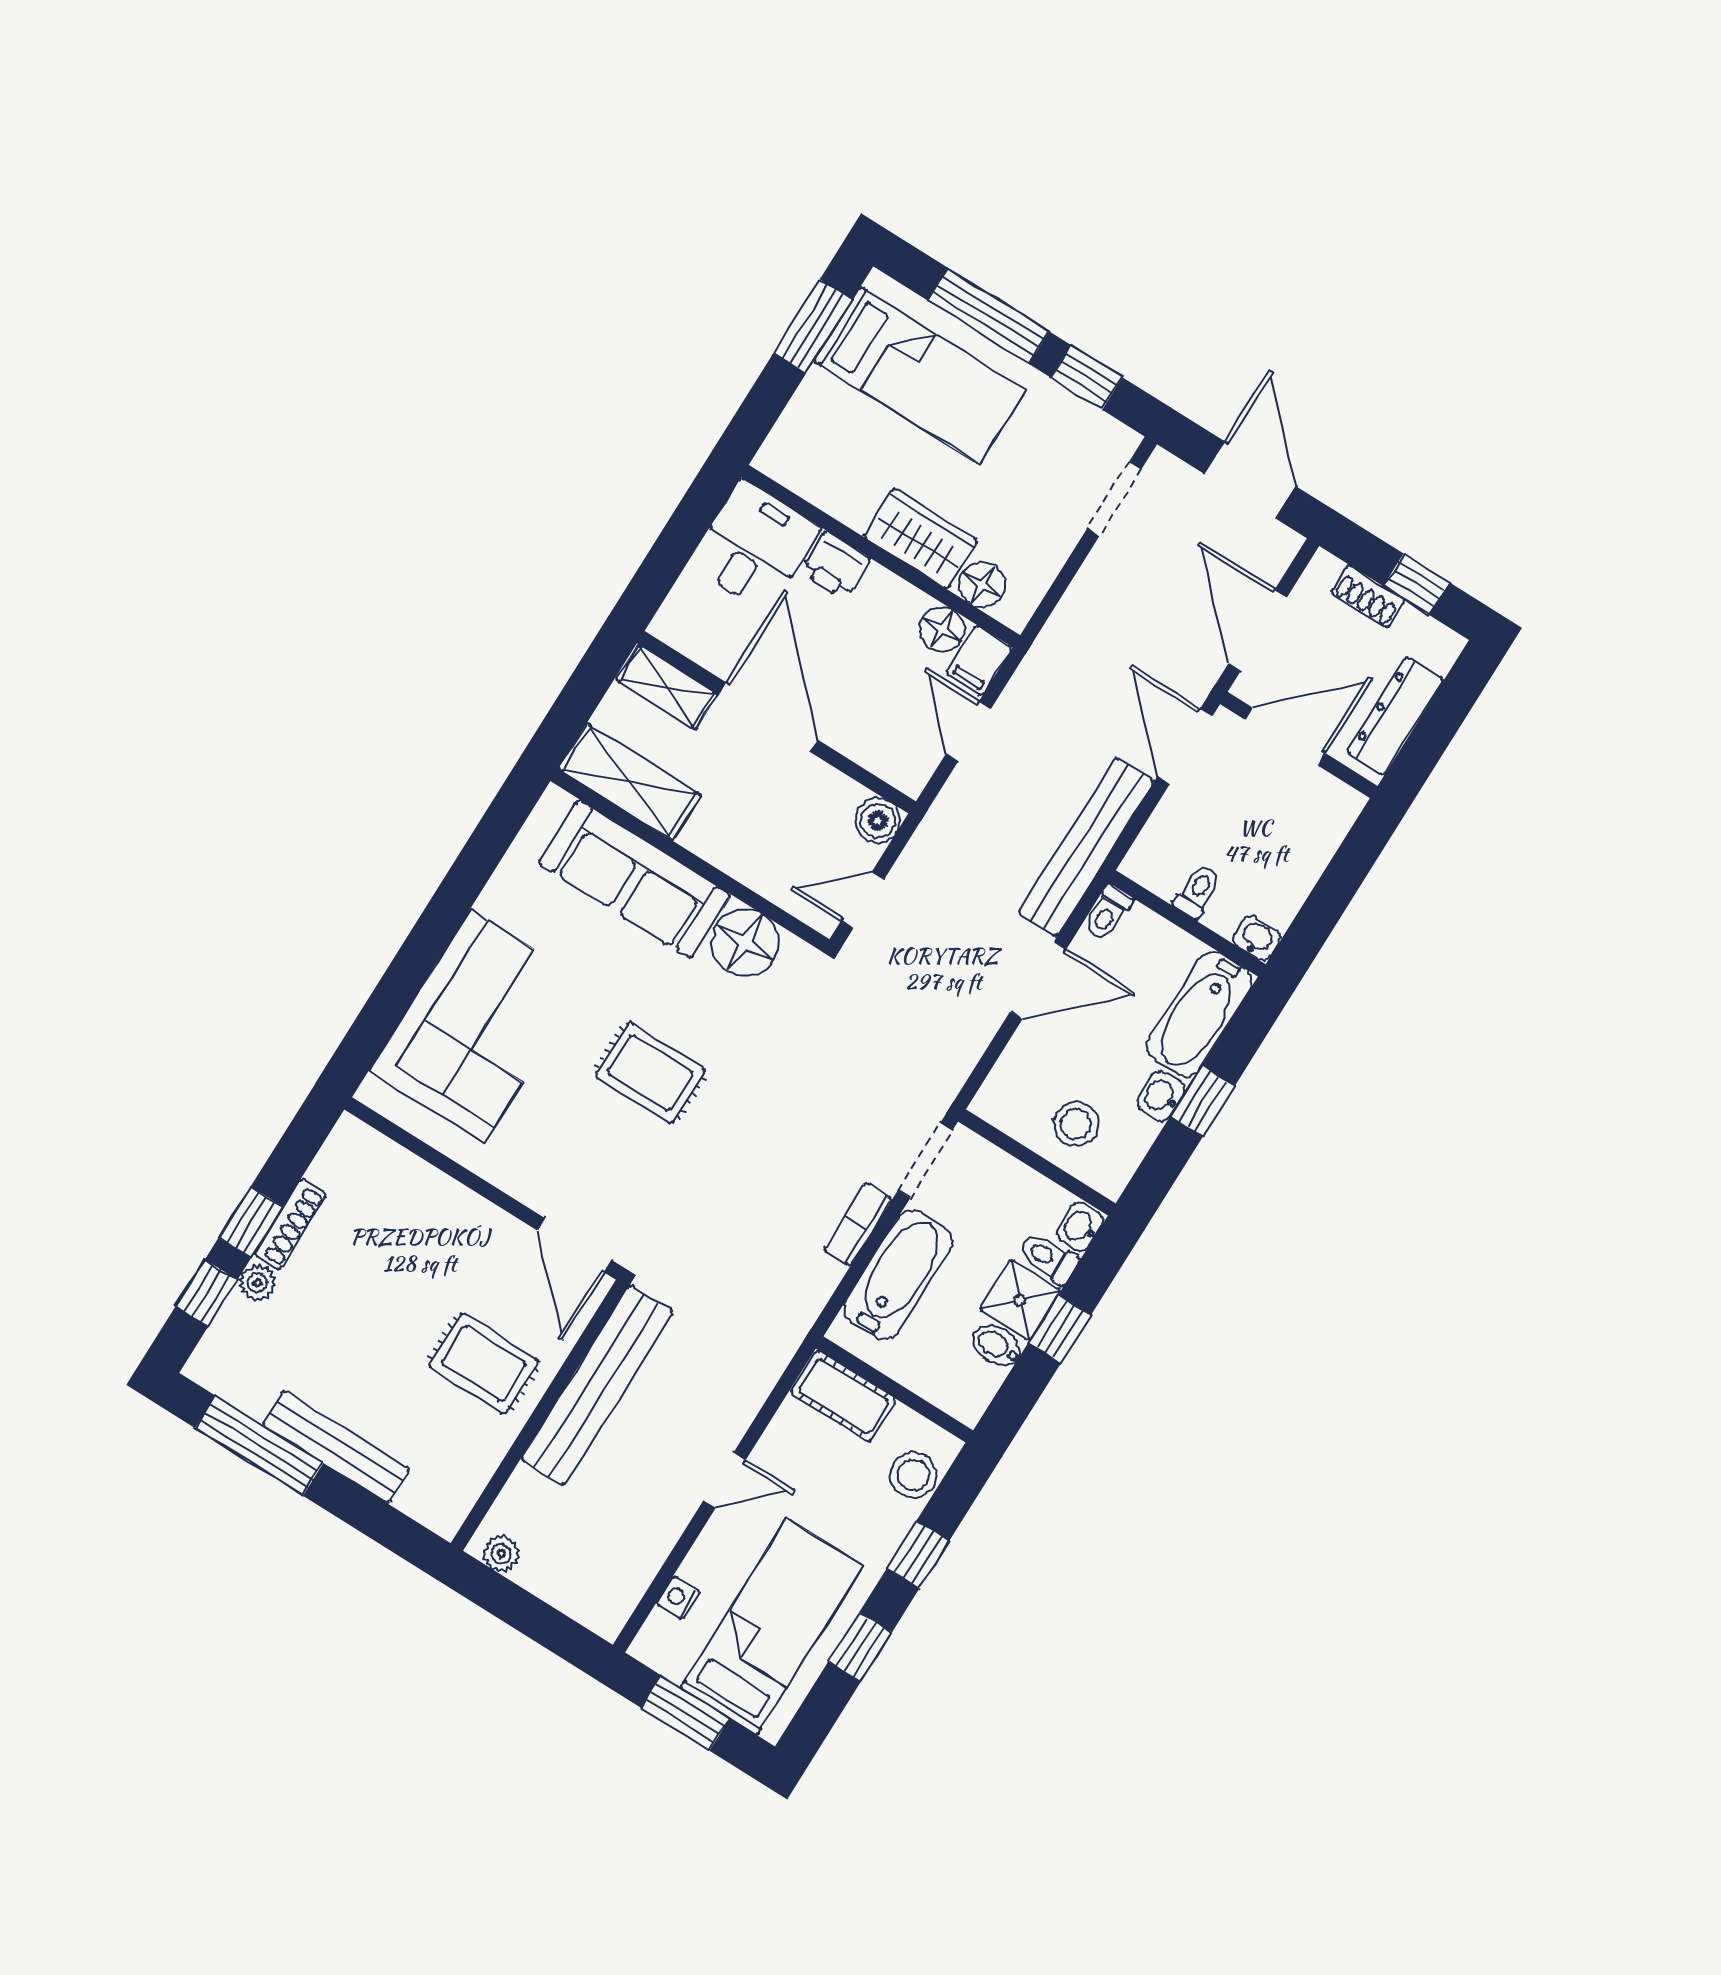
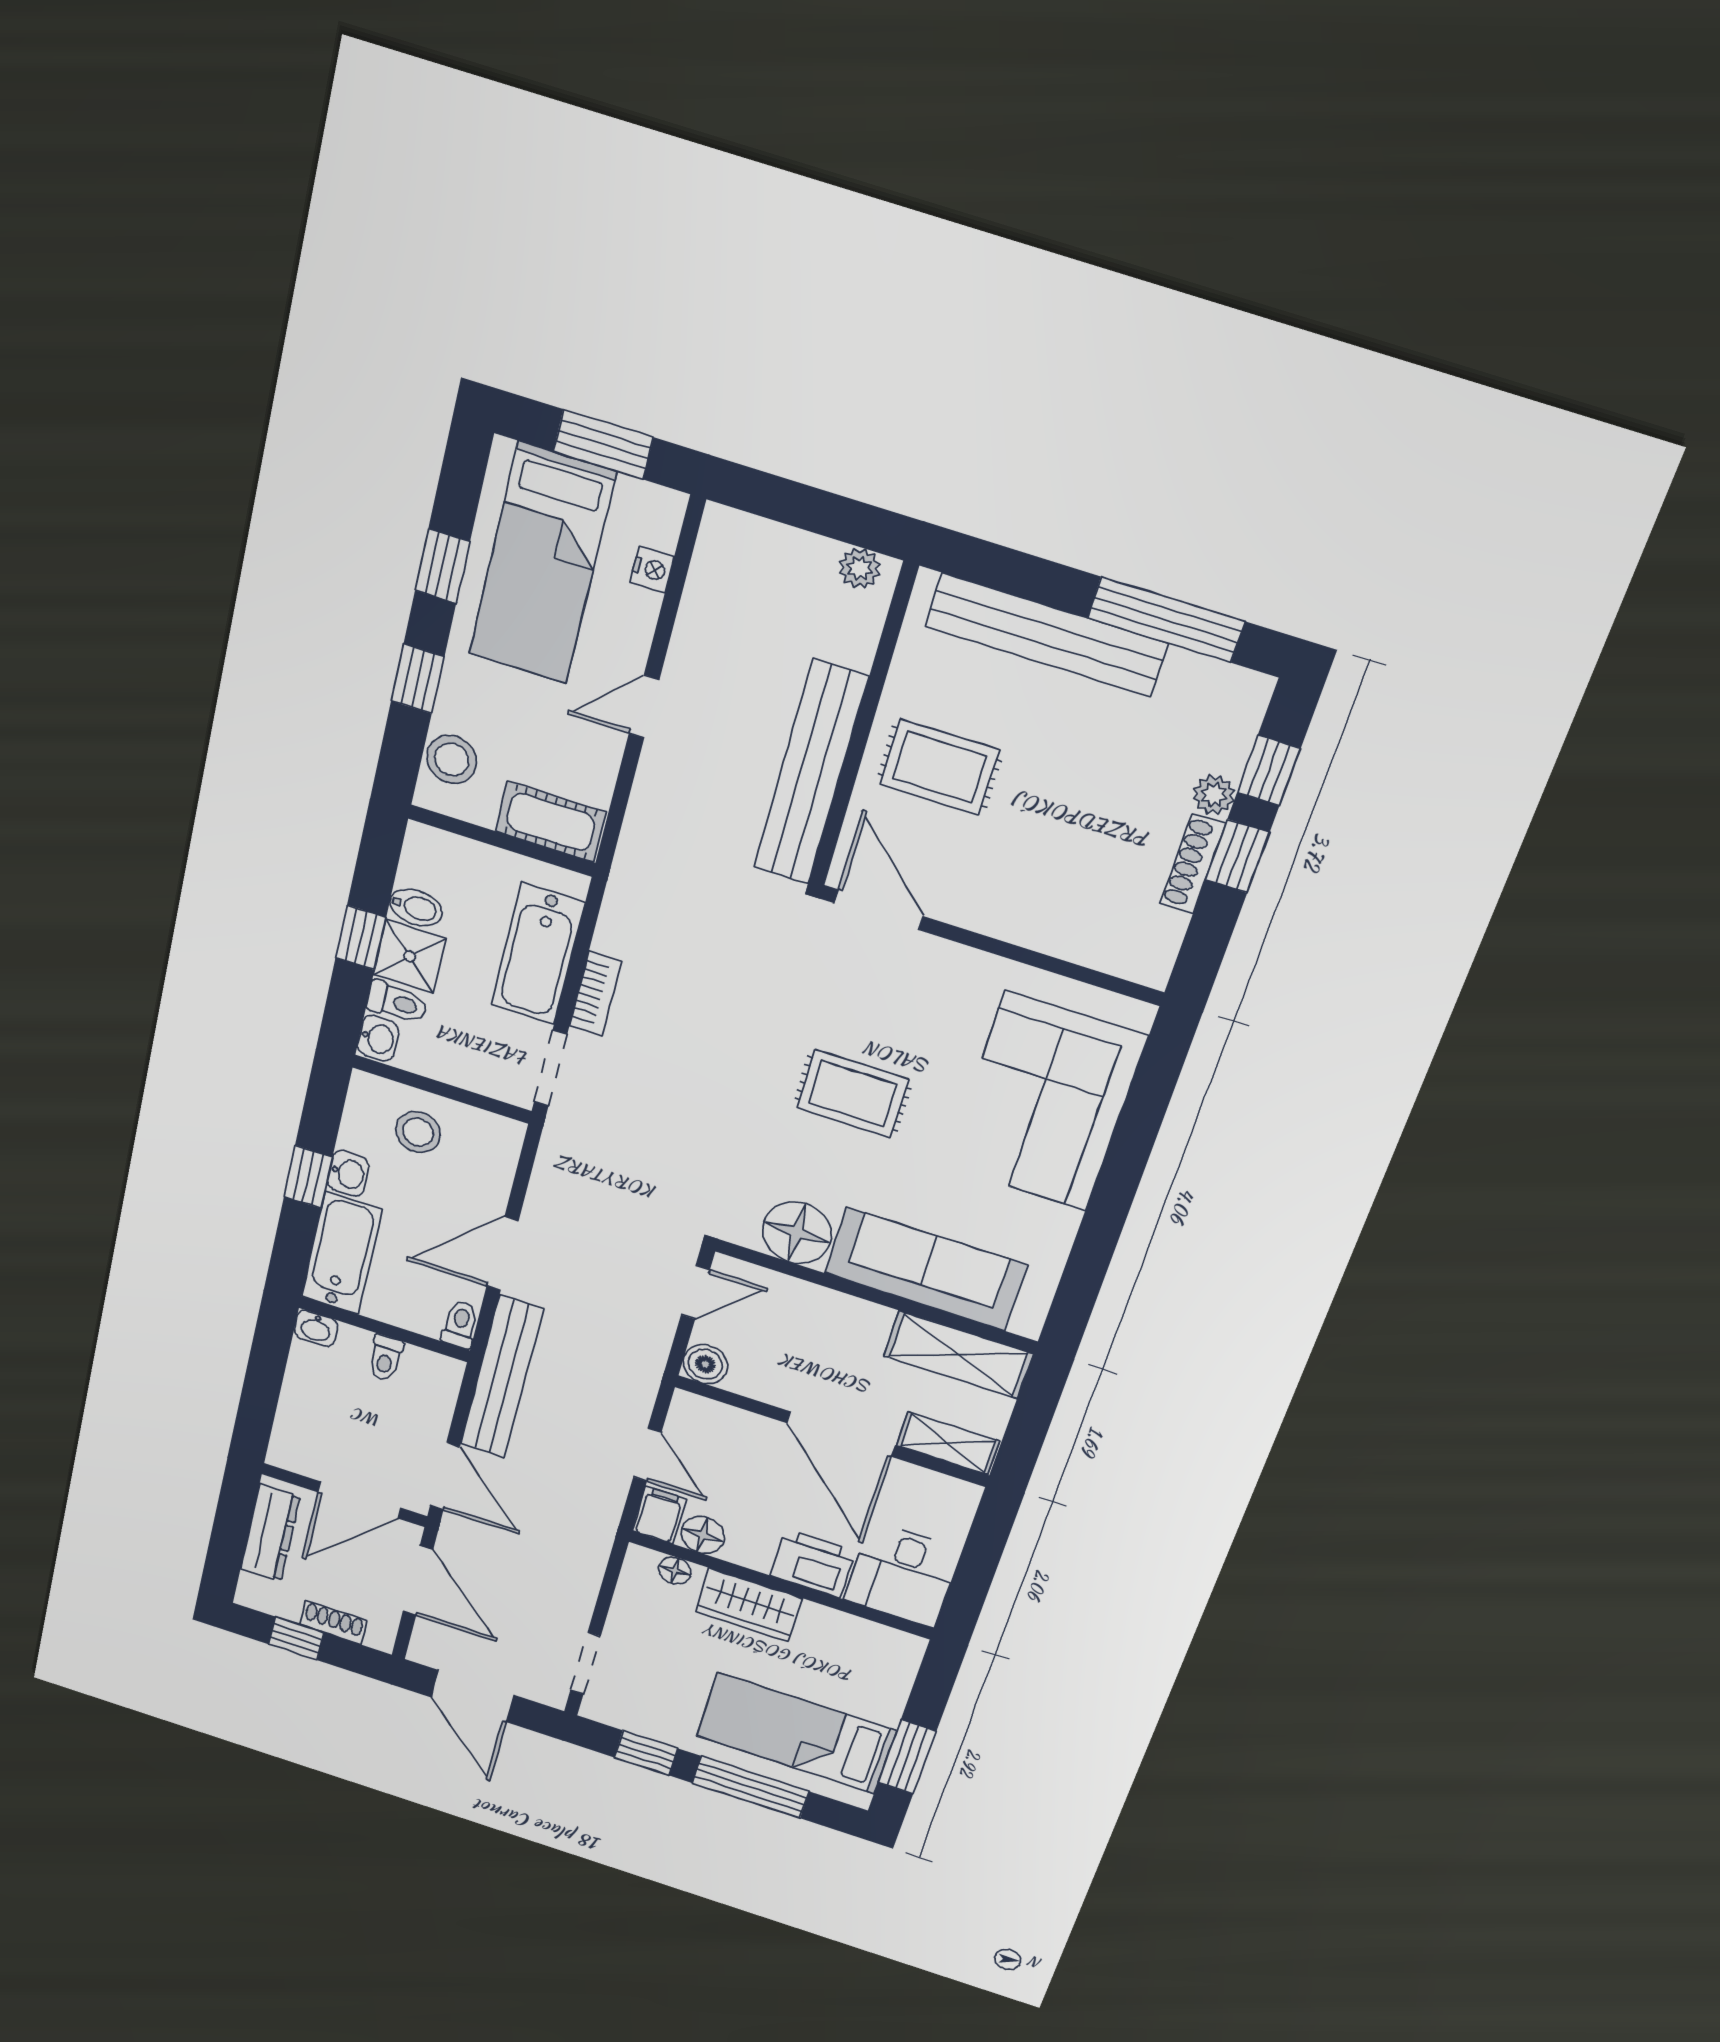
printer: (835, 565) -> (813, 1563), width x1.36, depth x1.24
floor lamp: (982, 584) -> (675, 1571), width x0.73, depth x0.73
bench: (336, 1447) -> (1046, 635), width x1.37, depth x1.21

